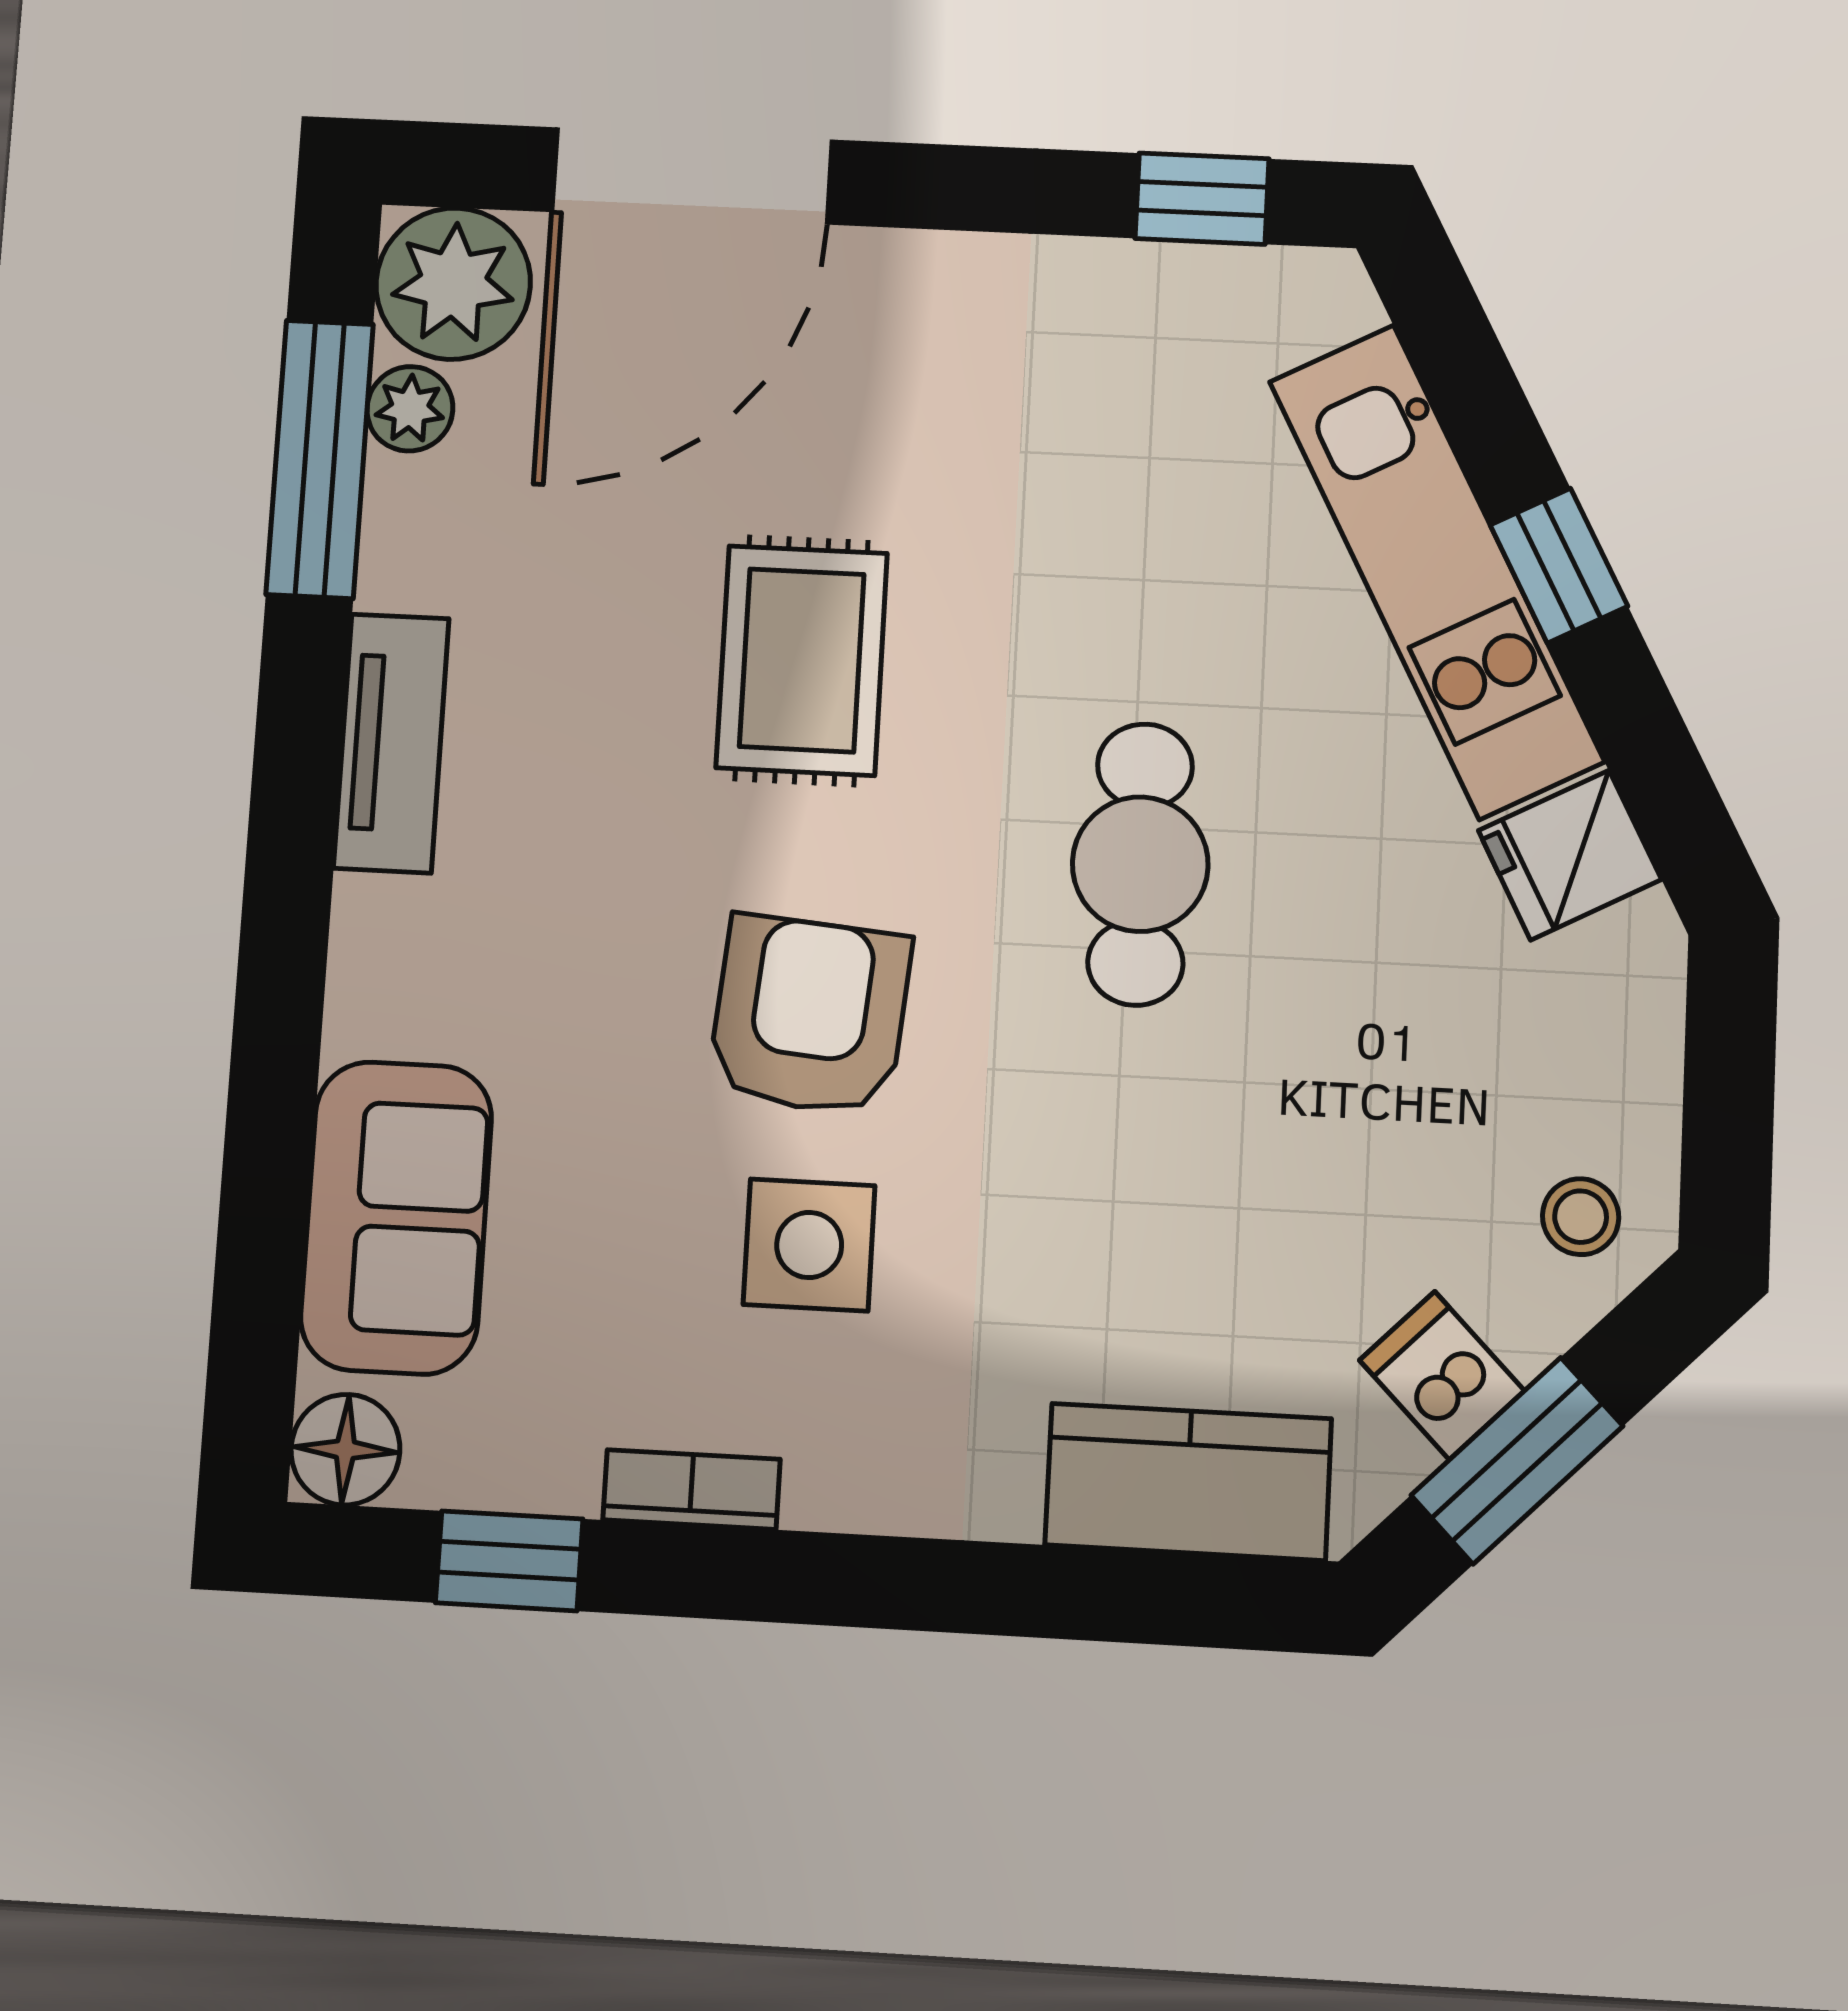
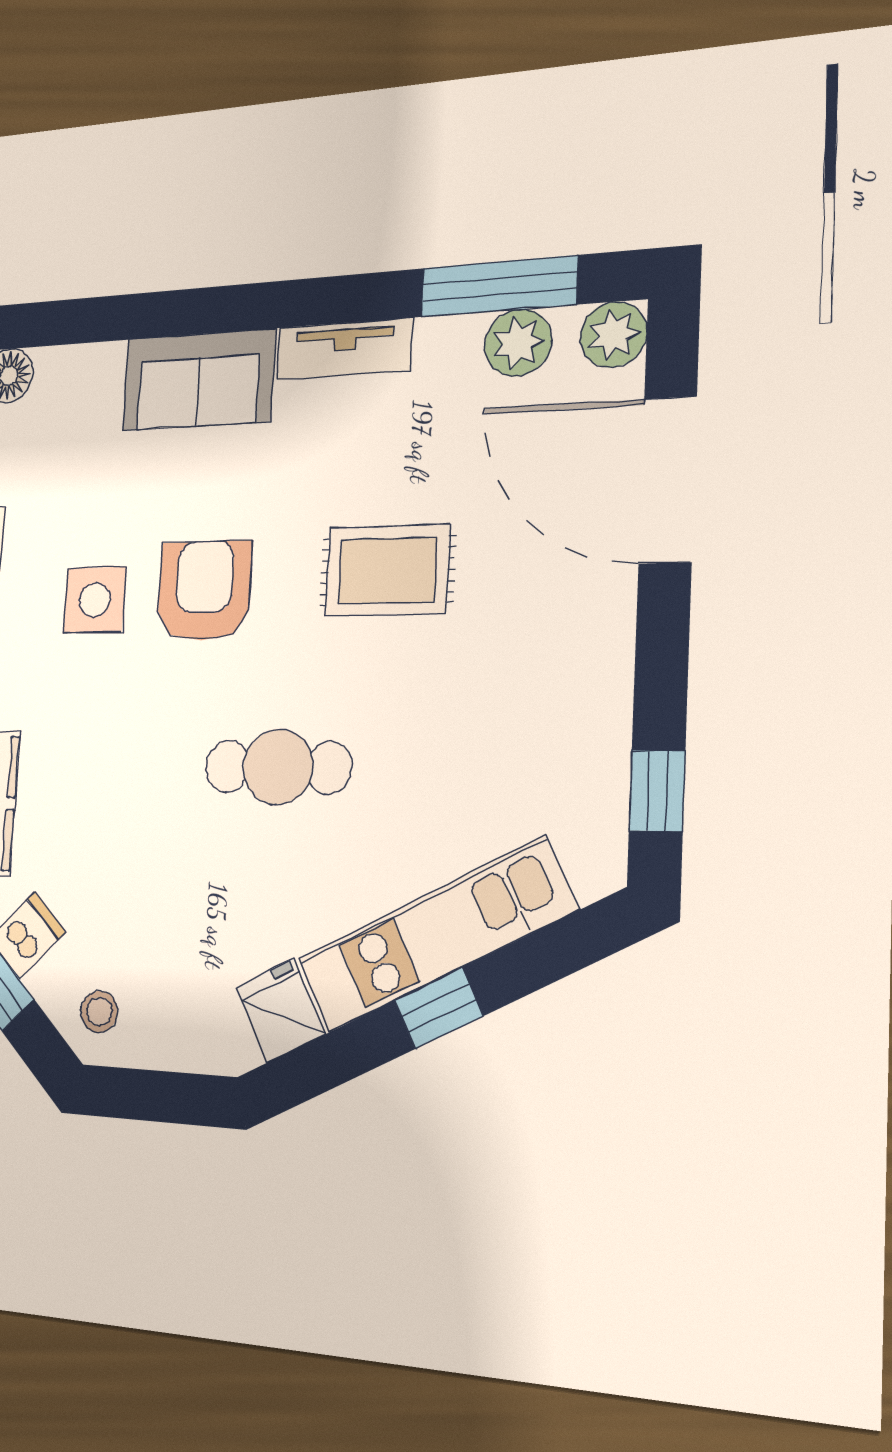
plant: (453, 284) -> (613, 335), width x0.73, depth x0.73
plant: (410, 409) -> (518, 343), width x1.38, depth x1.38
armchair: (810, 1015) -> (204, 591), turned -95
sofa: (396, 1218) -> (199, 380), moved

